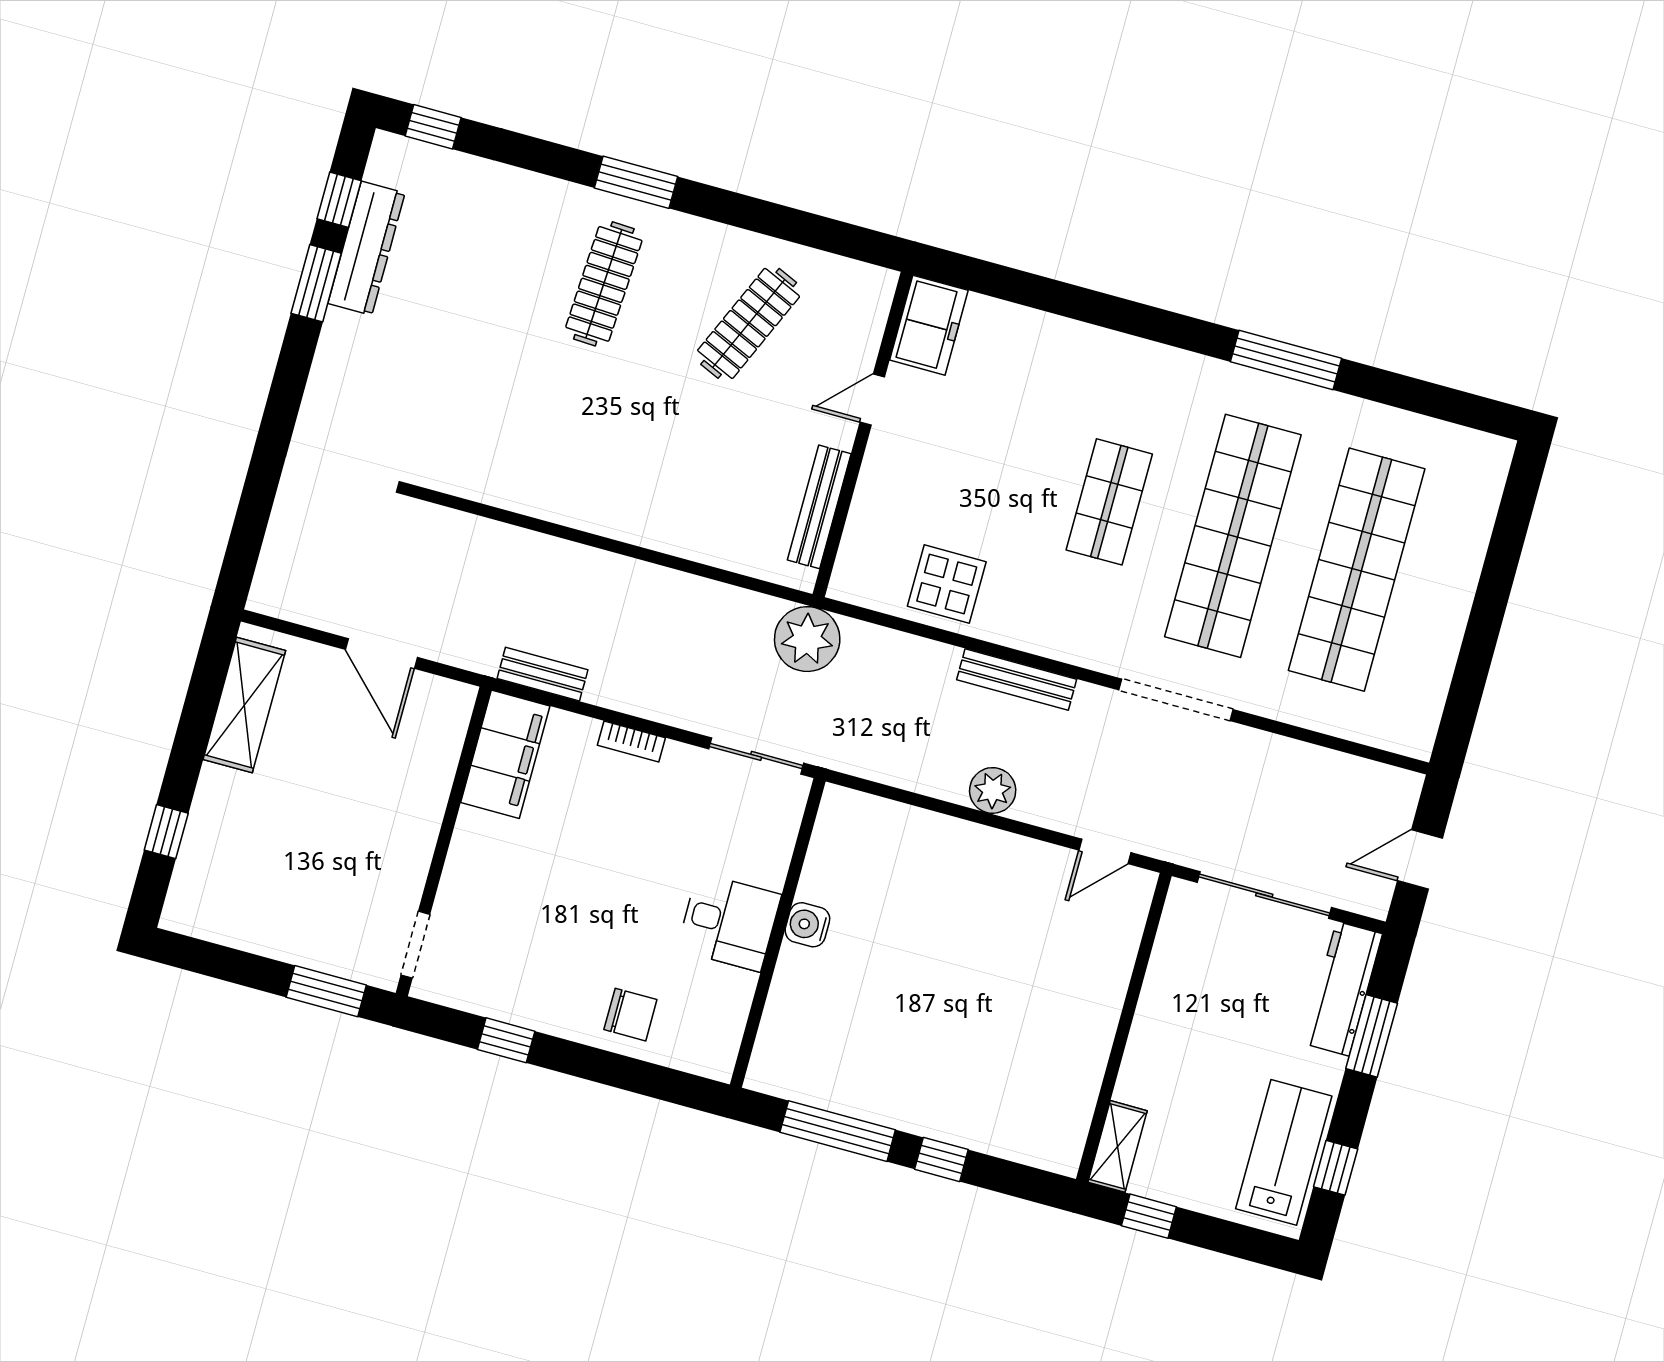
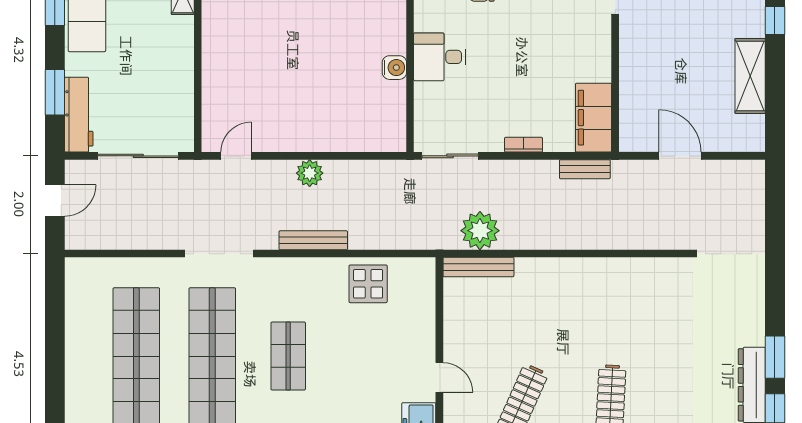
door: (872, 400) -> (439, 377), hinge flipped
bench: (819, 507) -> (478, 267), moved, turned 90
plant: (807, 639) -> (480, 231), moved
shelving: (244, 705) -> (750, 76), moved

